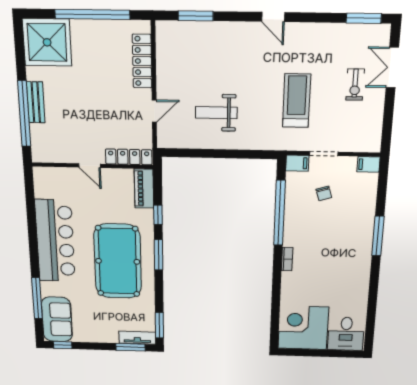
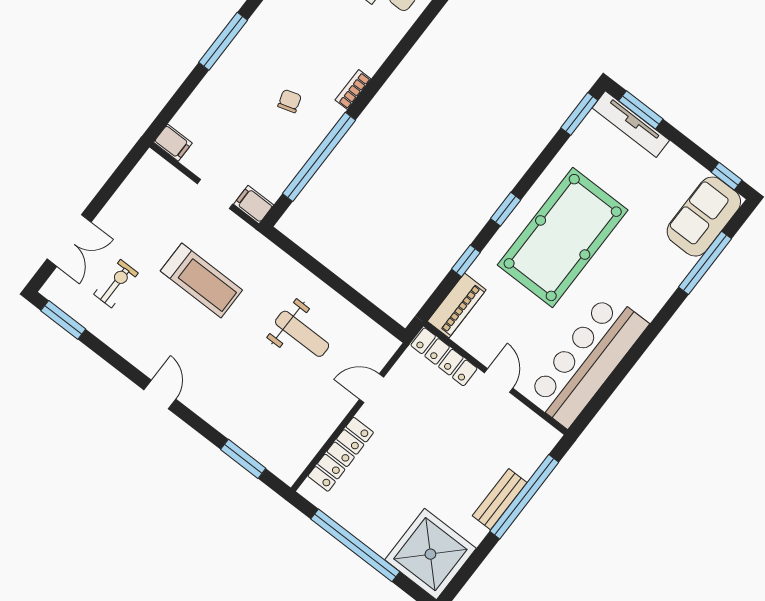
exercise bike: (355, 85) -> (116, 284), moved
treadmill: (297, 101) -> (201, 281), turned -90
chair: (324, 193) -> (290, 101), moved
bar counter: (55, 241) -> (587, 360), moved
window: (159, 255) -> (506, 209), width x0.67
tv unit: (137, 338) -> (631, 124), width x1.41

